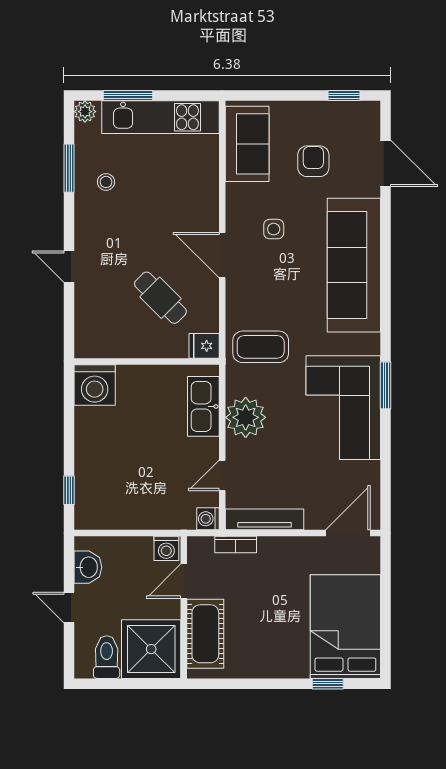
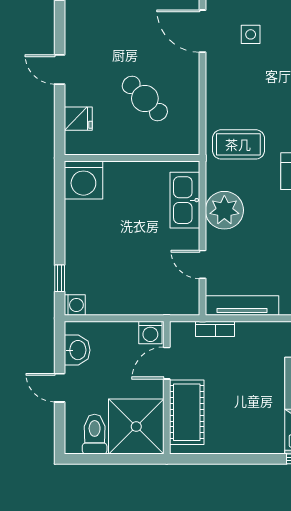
door: (222, 255) -> (203, 31), moved
fridge: (204, 346) -> (78, 119), moved, turned 180
door: (222, 475) -> (203, 264), hinge flipped
washing machine: (208, 519) -> (75, 305), moved, turned 180

